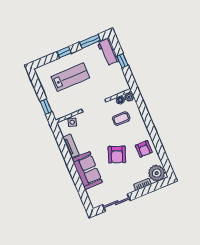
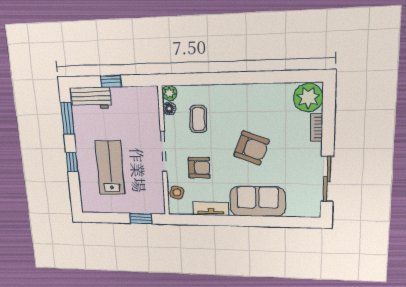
armchair: (144, 149) -> (199, 168), moved

